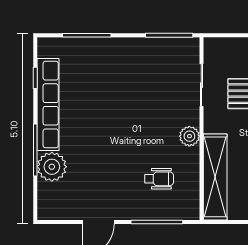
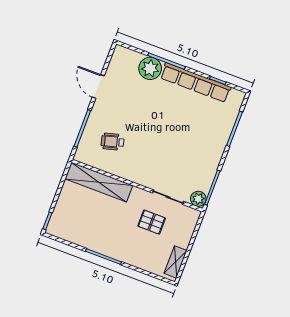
plant: (189, 136) -> (198, 199), moved
wheelchair: (159, 179) -> (113, 142), turned 75

